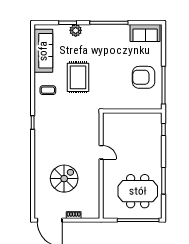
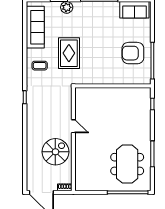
door: (101, 152) -> (73, 126), moved
wall: (101, 166) -> (73, 139), moved
meeting table: (138, 191) -> (127, 164), turned 90

